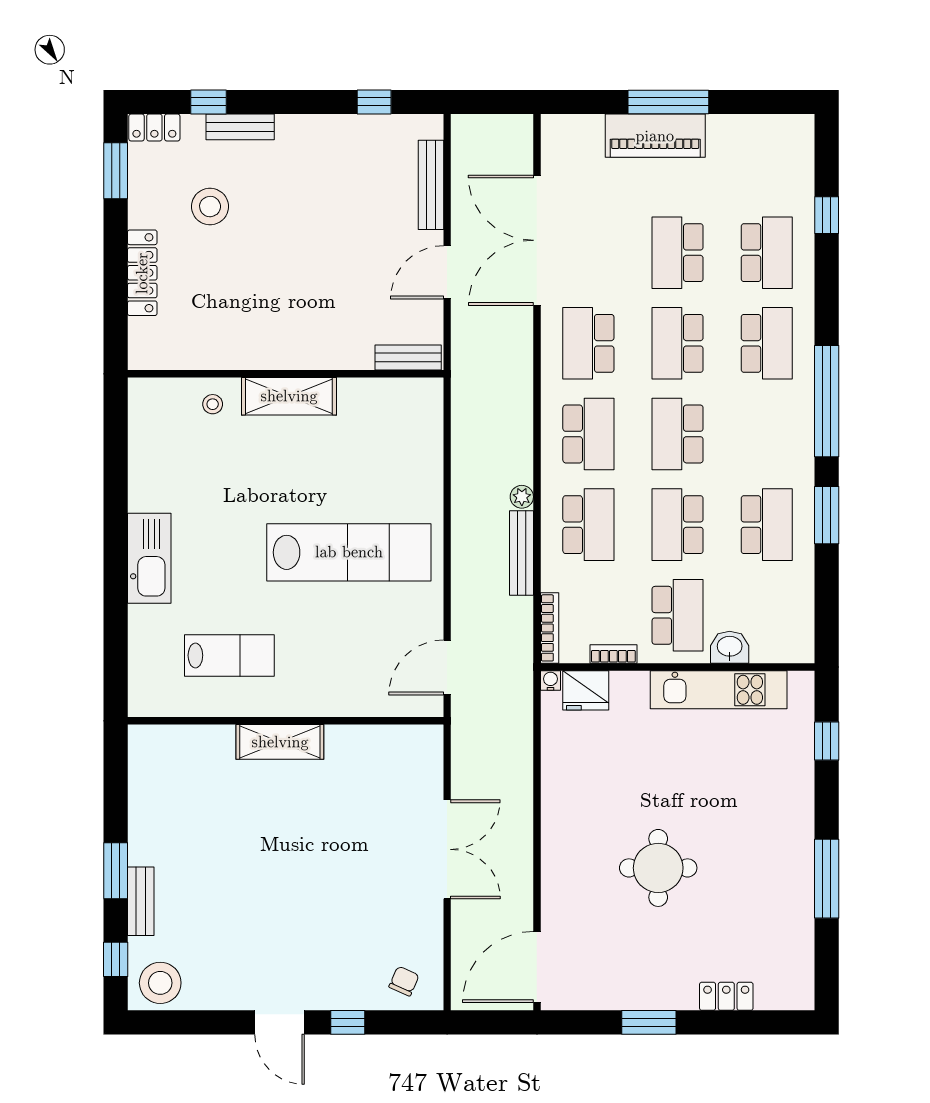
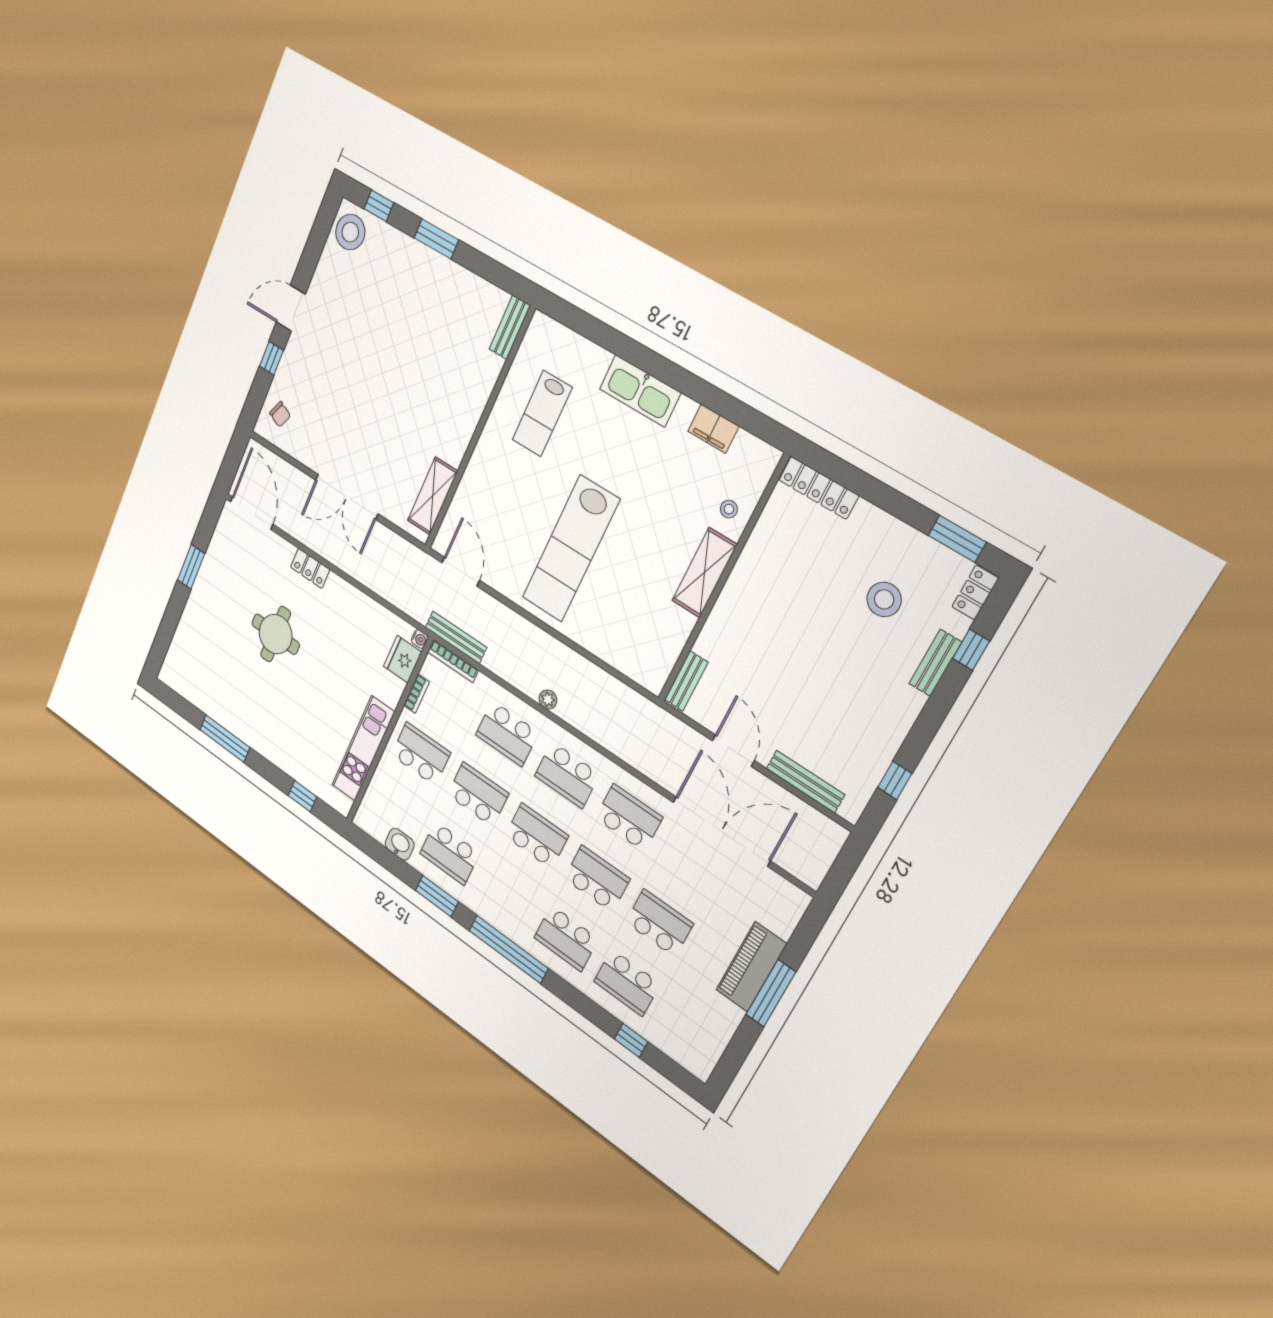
locker: (142, 273) -> (819, 488), moved
filing cabinet: (144, 461) -> (713, 429), added
bench: (521, 553) -> (456, 637), moved
school desk: (678, 615) -> (421, 754), turned 180
washbasin: (730, 647) -> (400, 844), moved, turned -90
shelving: (280, 742) -> (433, 496), moved
bench: (141, 901) -> (510, 327), moved, turned 90
locker: (726, 996) -> (310, 568), moved, turned 90

